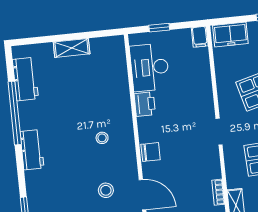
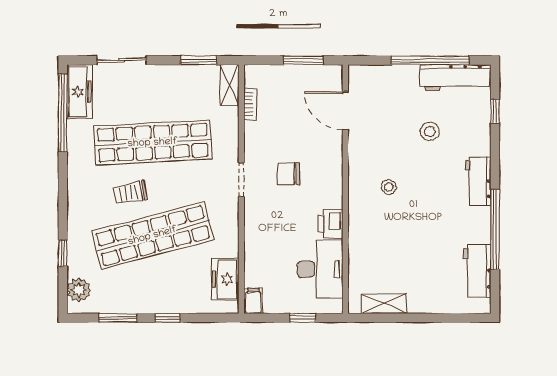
freezer: (230, 35) -> (225, 279), moved, turned -90
shelving: (72, 48) -> (384, 304), moved
chair: (151, 152) -> (288, 174), moved
stool: (106, 190) -> (430, 132), moved

